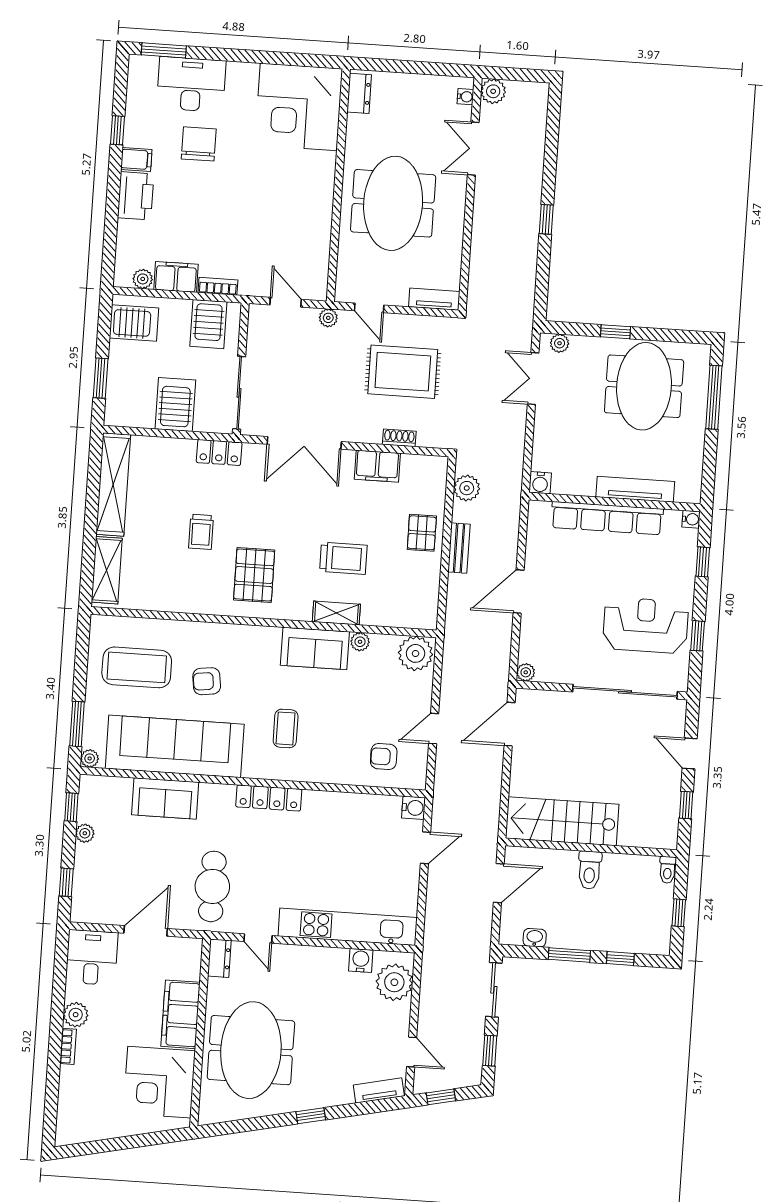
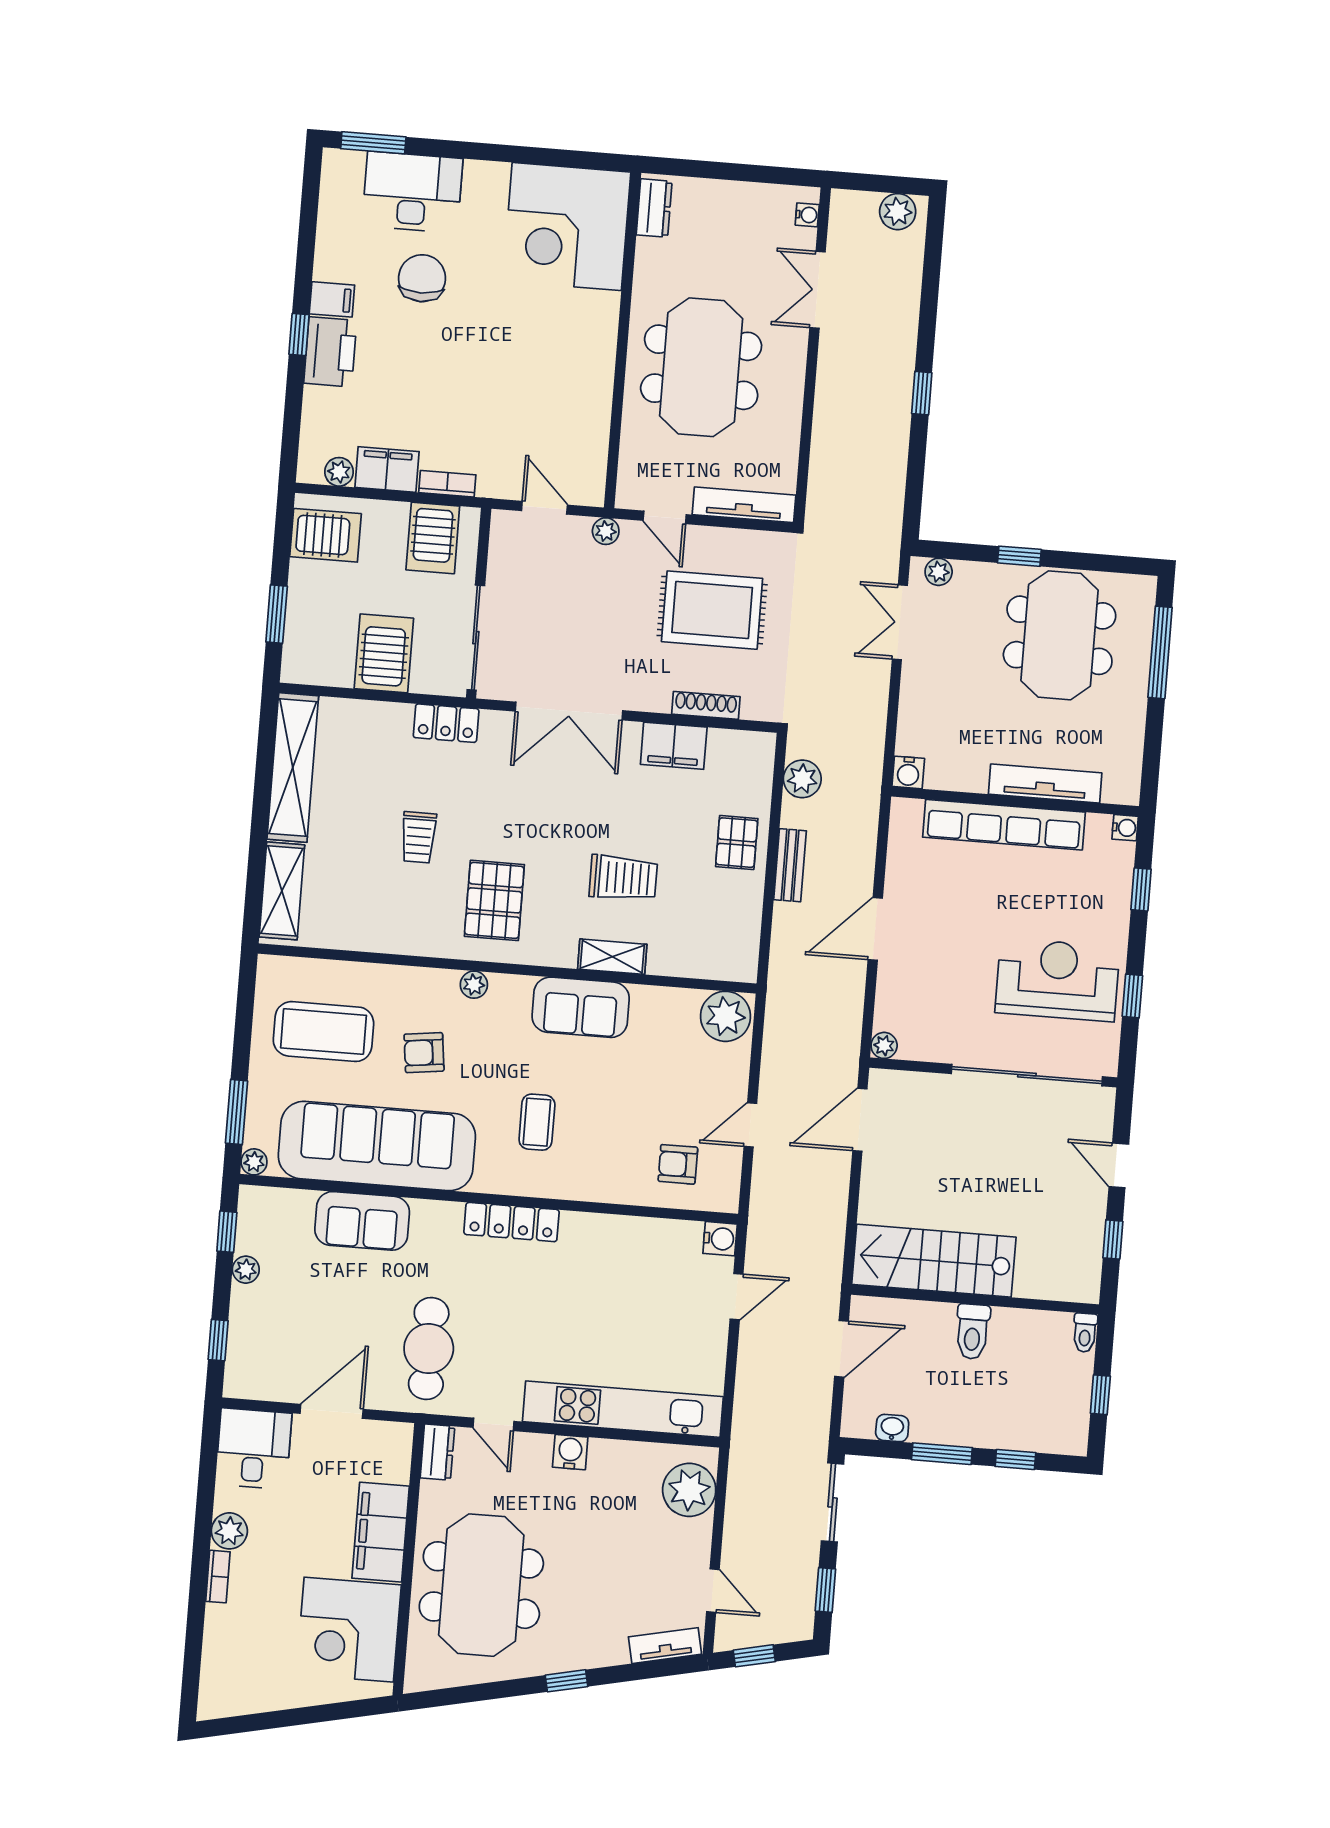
plant: (493, 91) -> (898, 212), moved
window: (117, 130) -> (299, 335), moved
tv unit: (434, 299) -> (744, 505), width x1.41
shoe rack: (399, 438) -> (706, 705), width x1.43
plant: (360, 642) -> (474, 985), moved
water cooler: (361, 960) -> (570, 1452), moved

